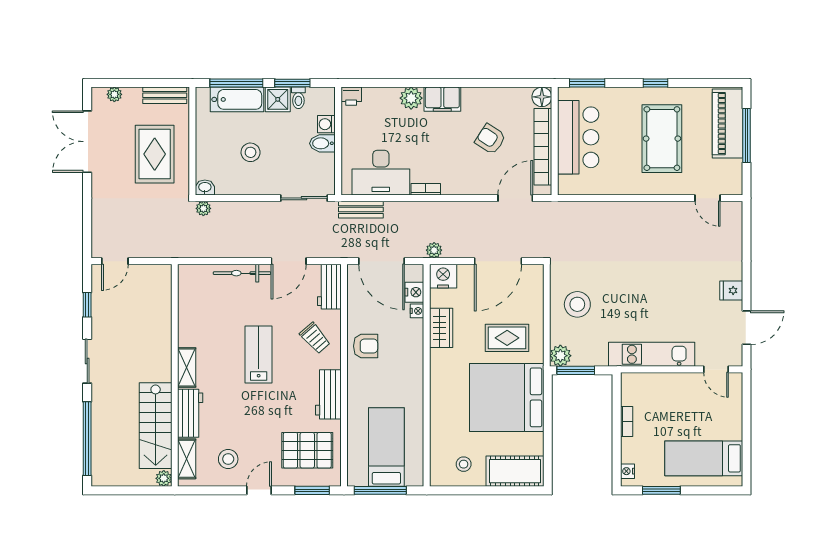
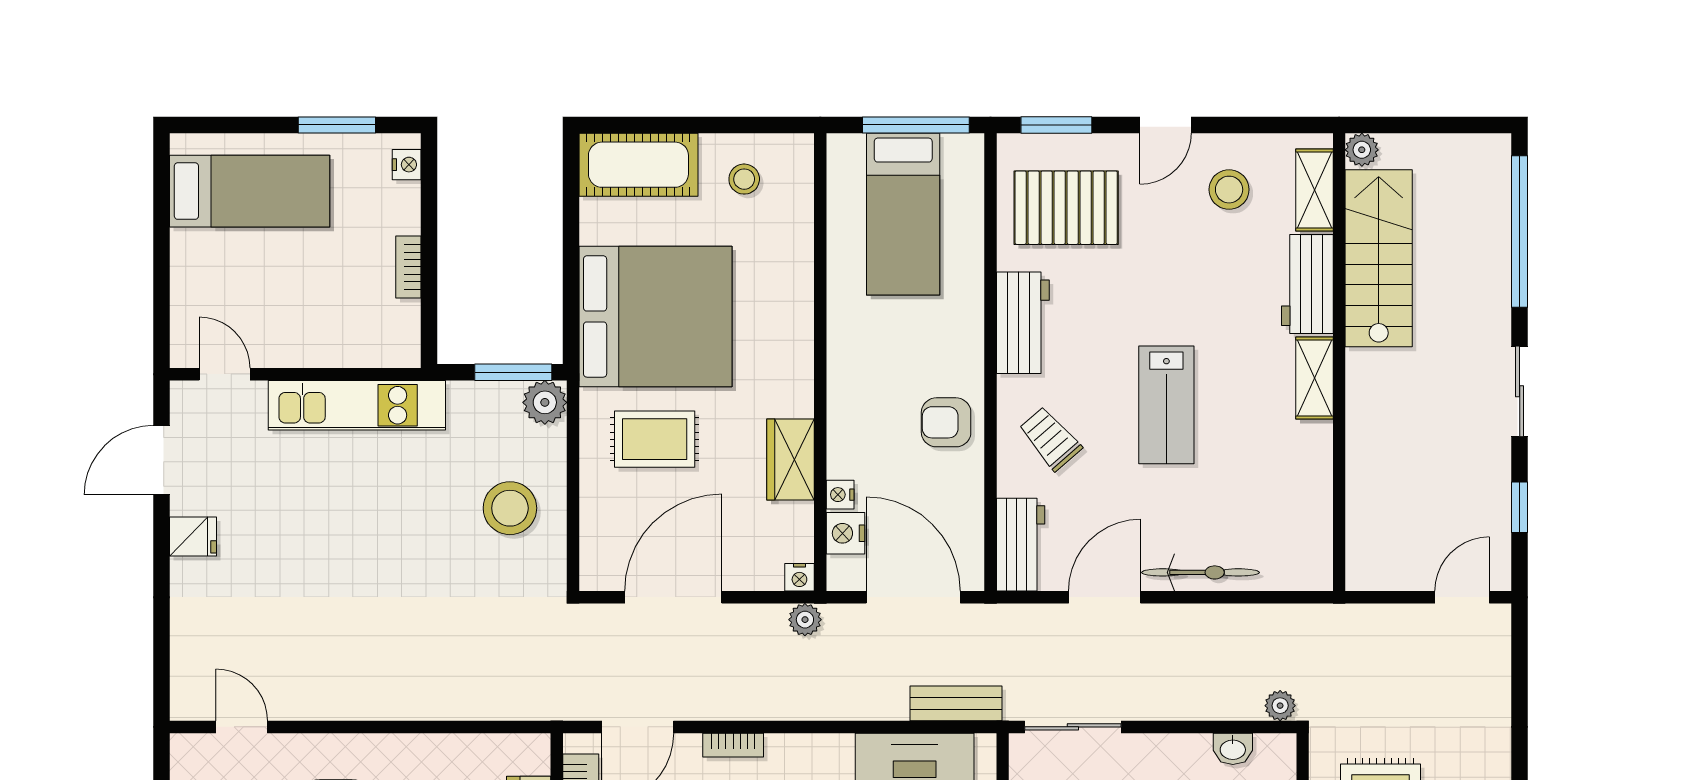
washbasin: (205, 187) -> (1233, 749), moved
bookcase: (426, 189) -> (733, 745), moved
nightstand: (443, 276) -> (799, 577), width x0.53, depth x0.56

